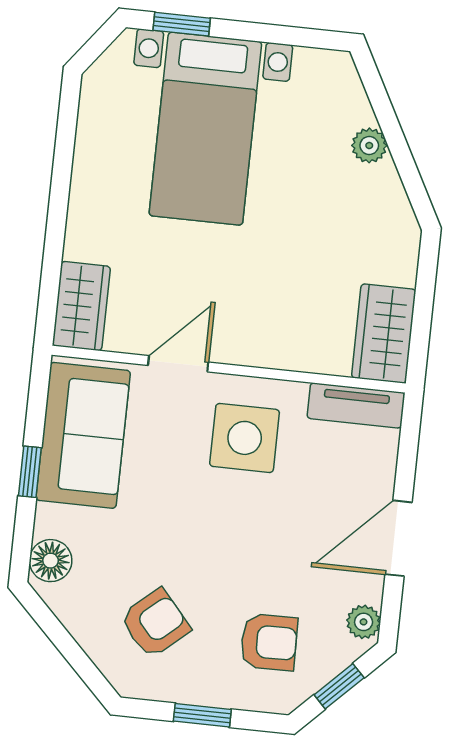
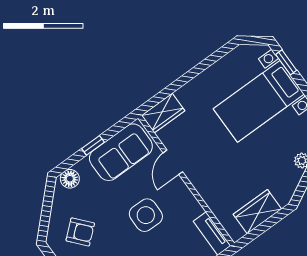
wardrobe: (384, 334) -> (257, 212), moved
door: (178, 364) -> (173, 162), swing flipped
side table: (245, 438) -> (146, 215), moved

